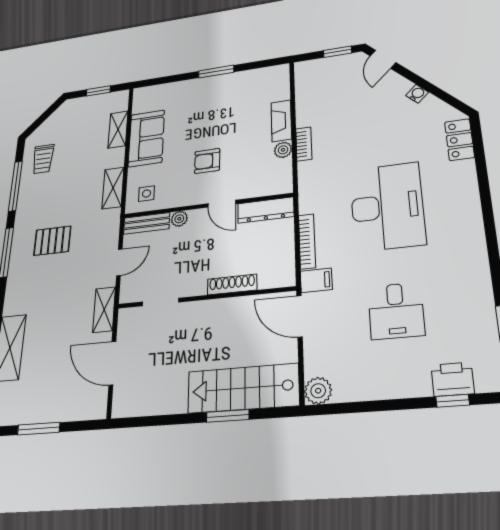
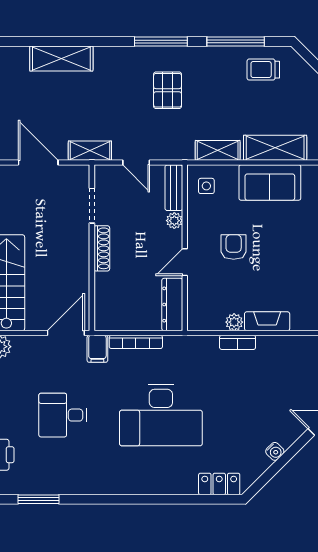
shelving: (118, 130) -> (275, 148), width x1.50, depth x1.33
shoe rack: (232, 284) -> (102, 248), moved
door: (112, 363) -> (38, 162), hinge flipped

